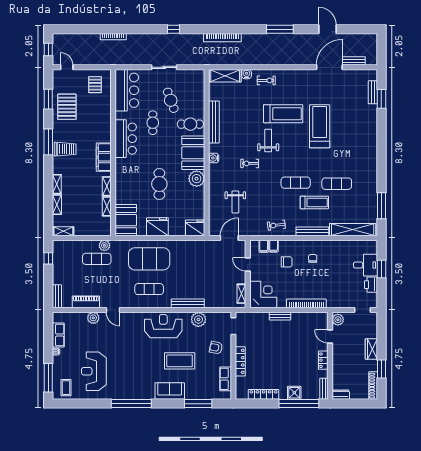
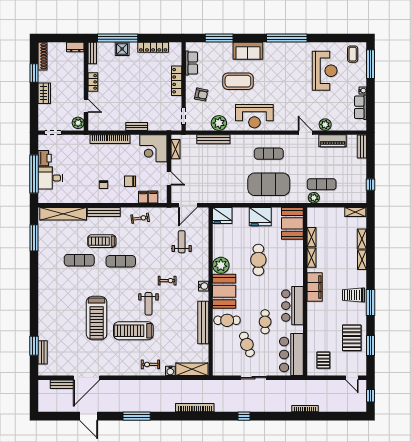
window: (381, 269) -> (34, 174), width x2.11
bench: (188, 303) -> (213, 139), moved

